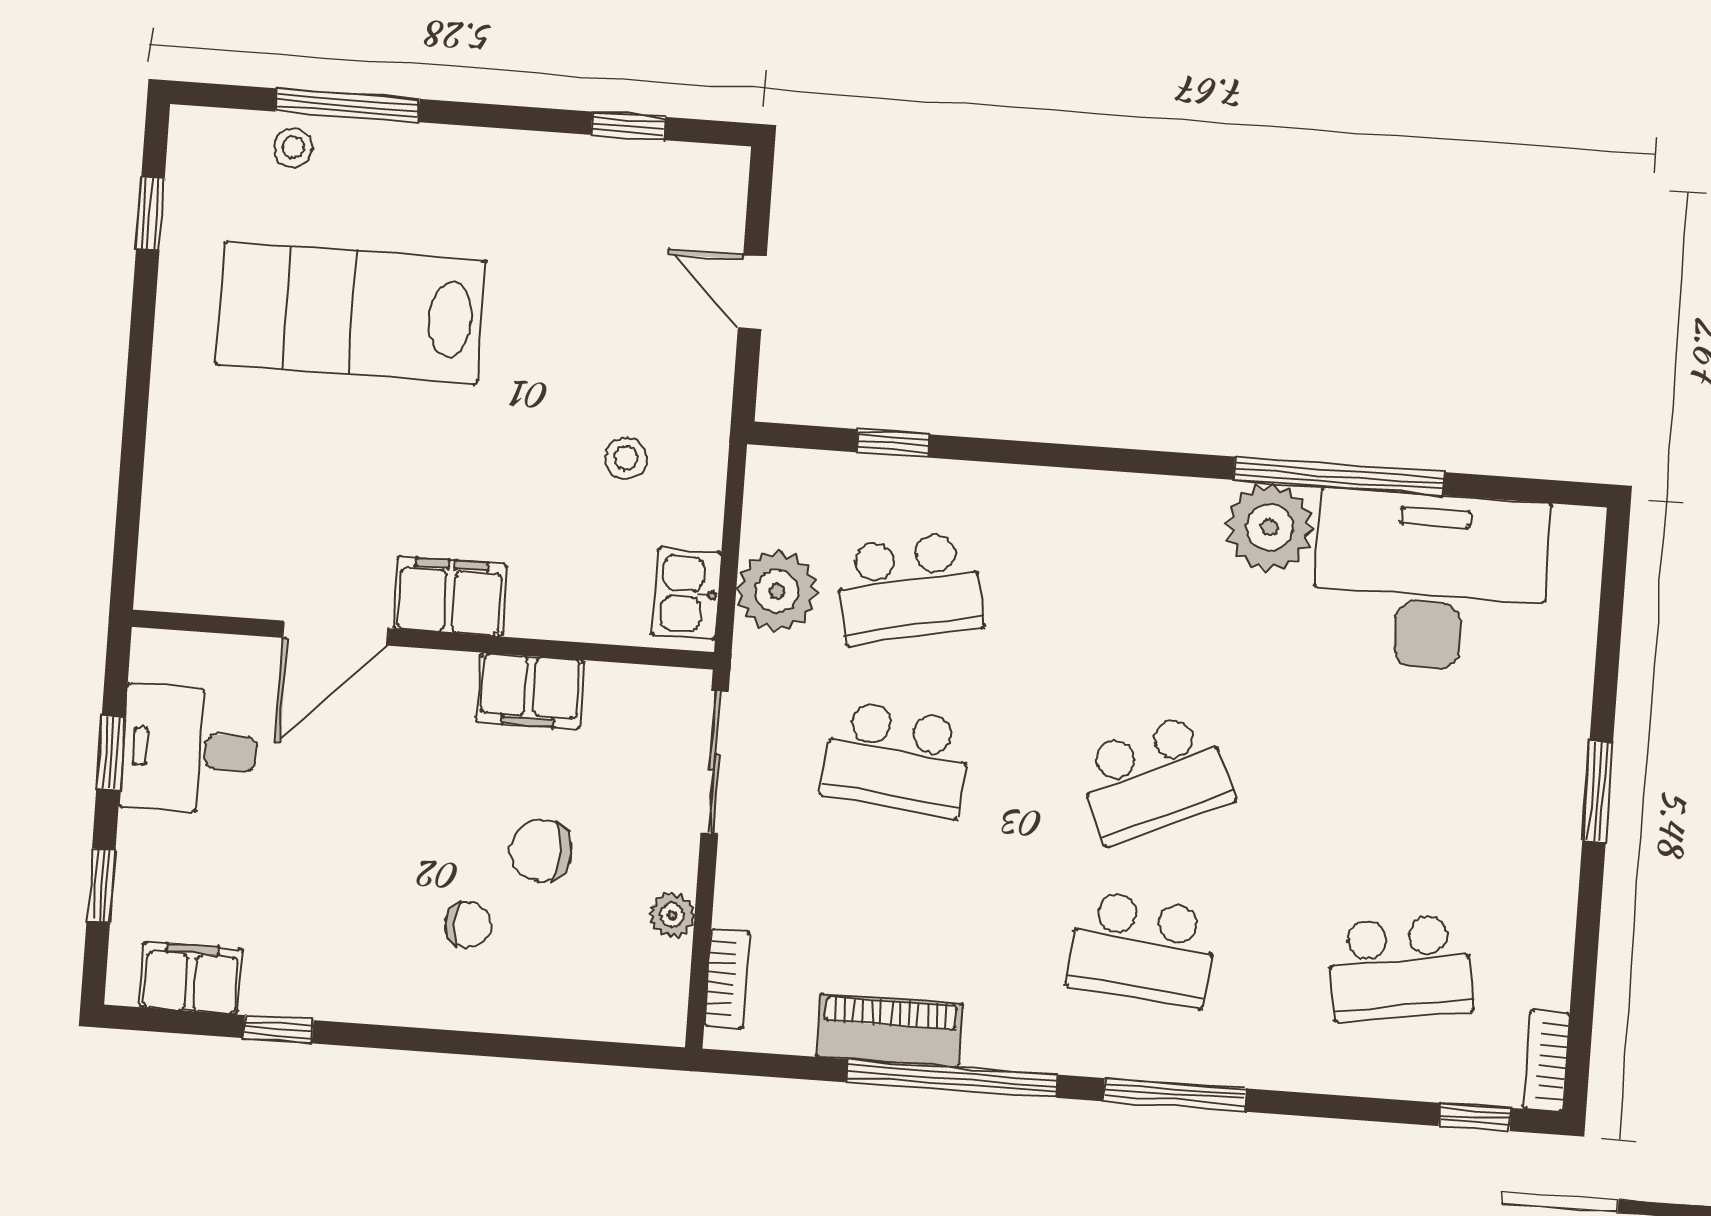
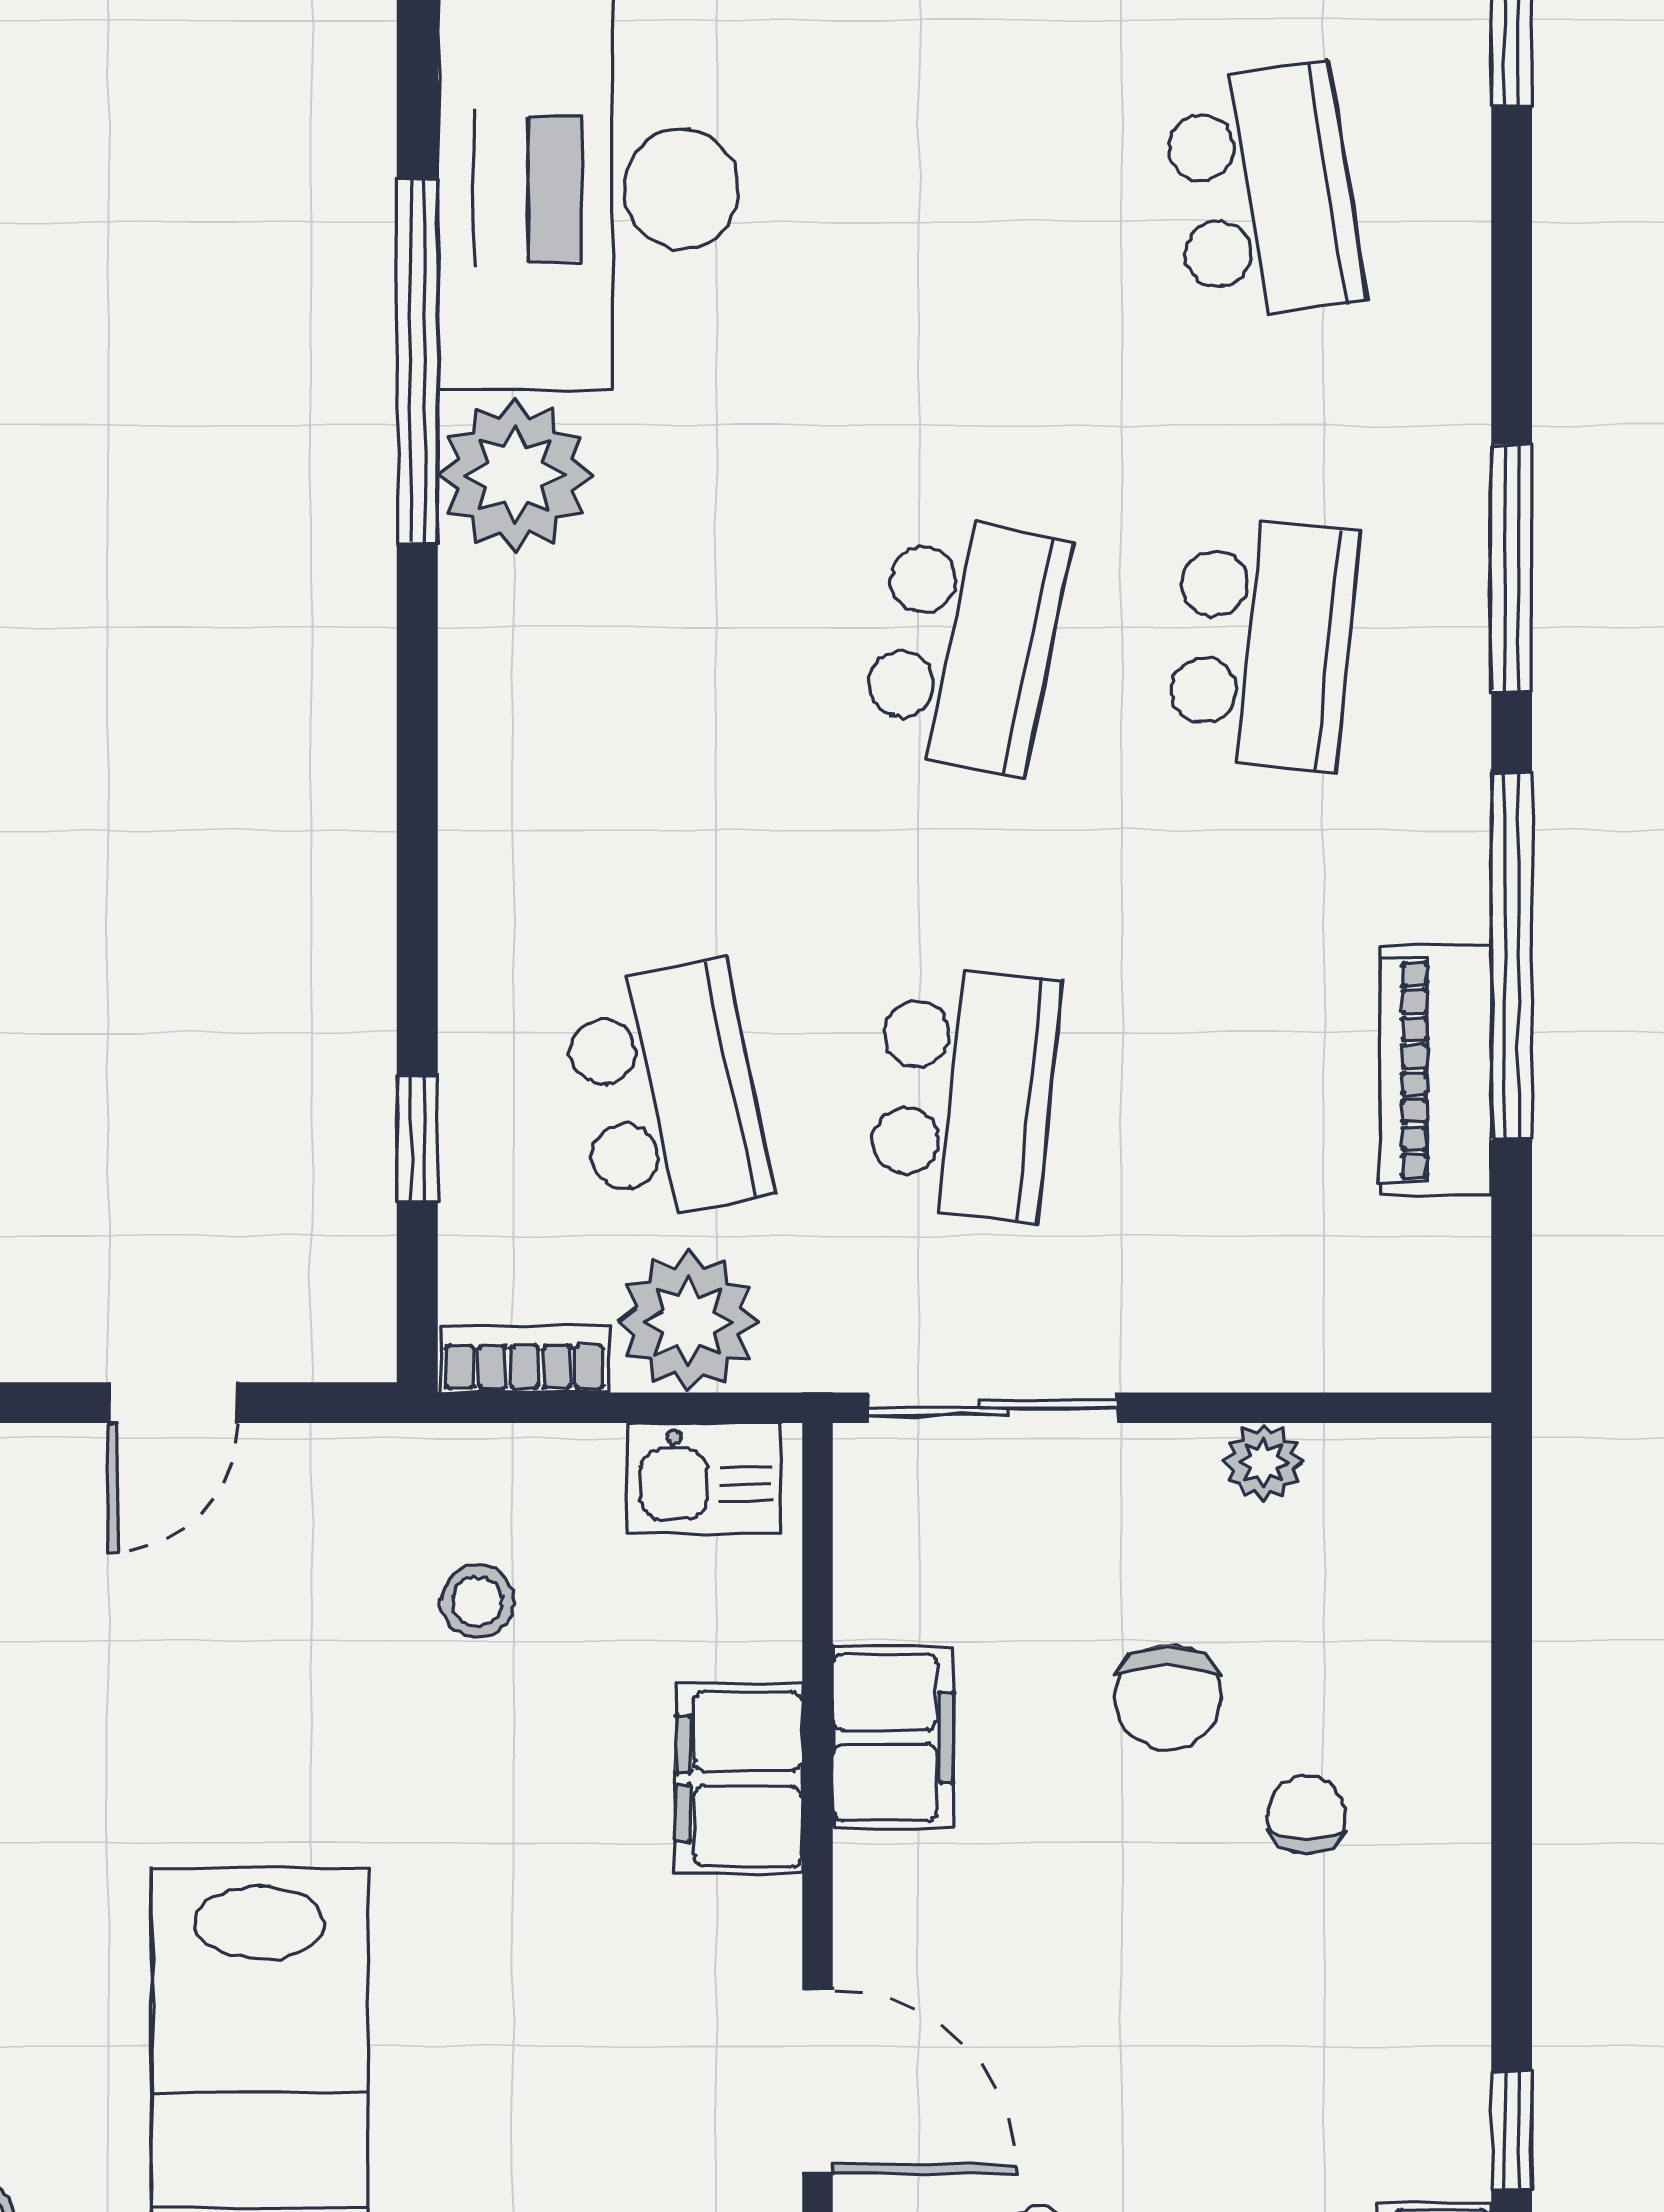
filing cabinet: (450, 596) -> (739, 1779), moved
school desk: (1155, 778) -> (964, 643), turned 36
bookcase: (727, 978) -> (525, 1359), moved

